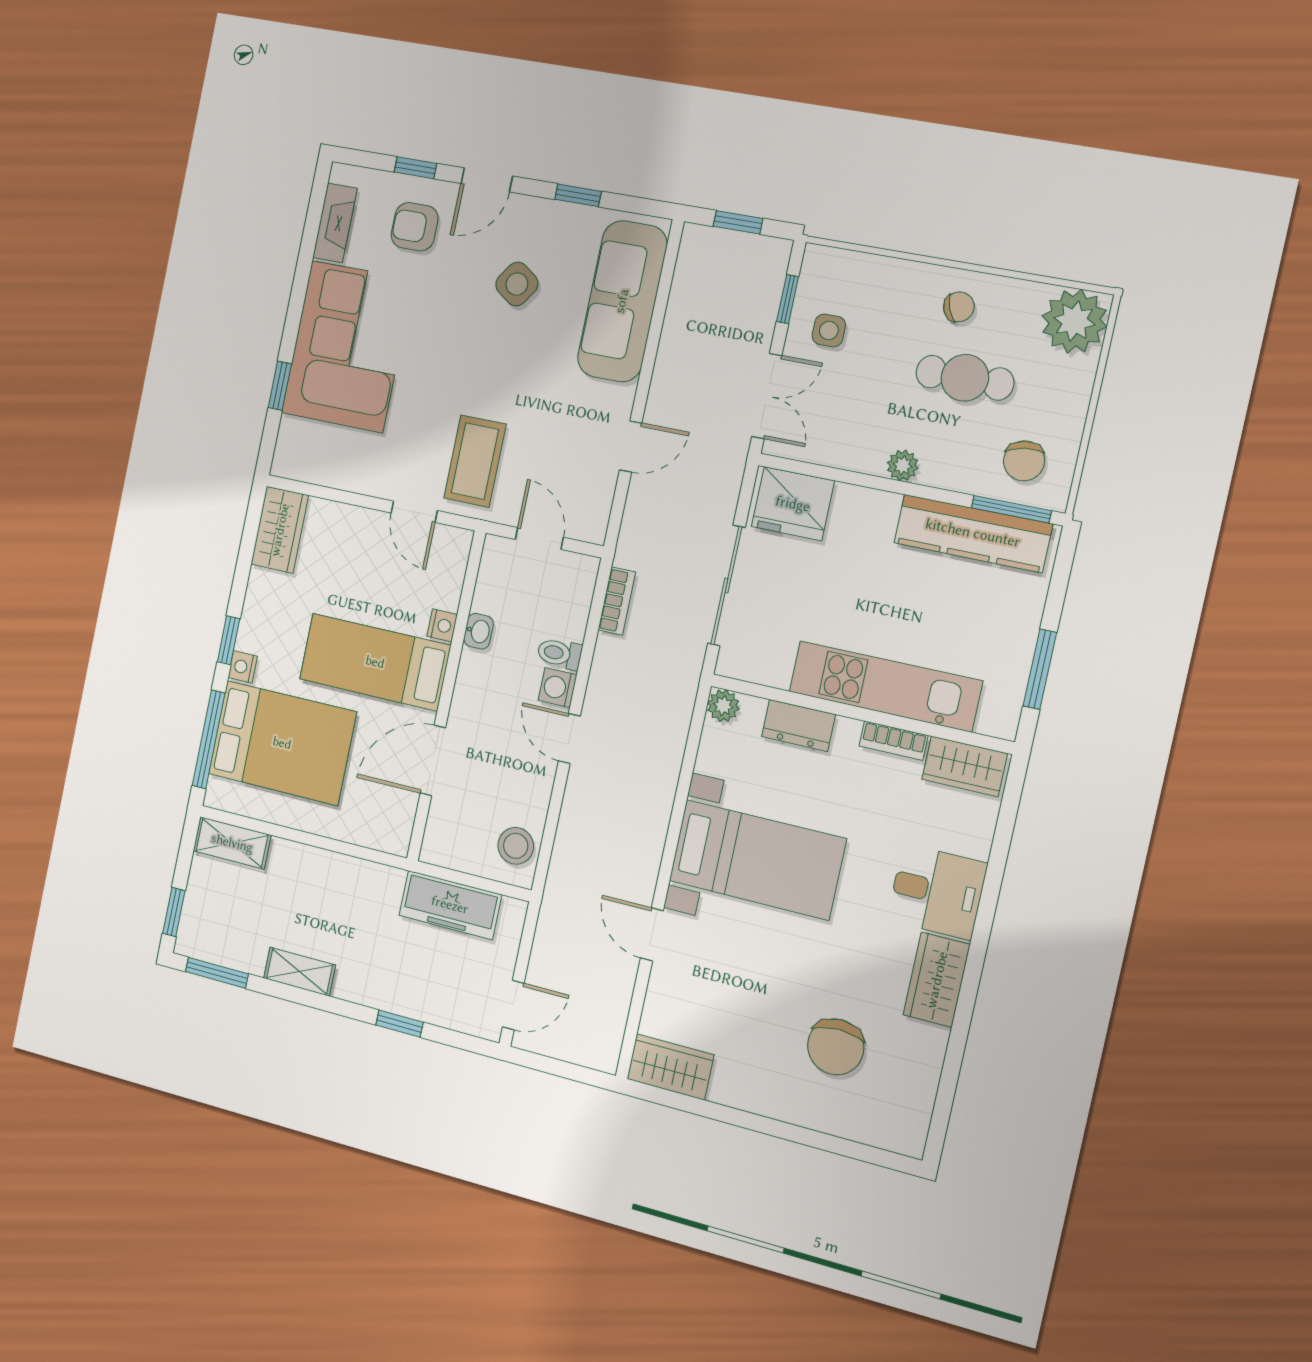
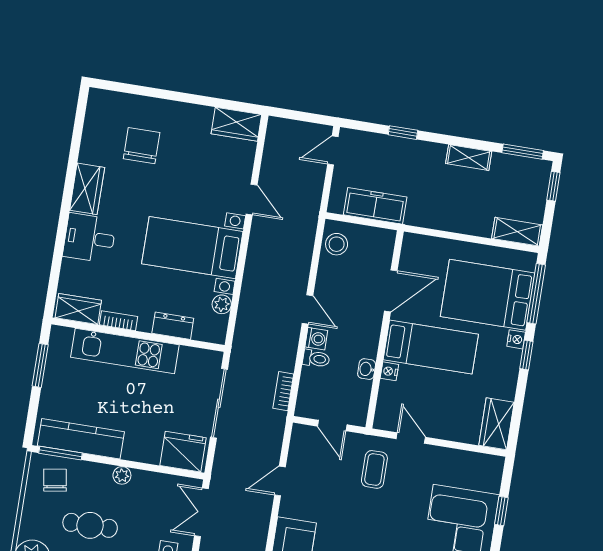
coffee table: (475, 461) -> (374, 469), width x0.73, depth x0.77
plant: (723, 706) -> (222, 304), moved

